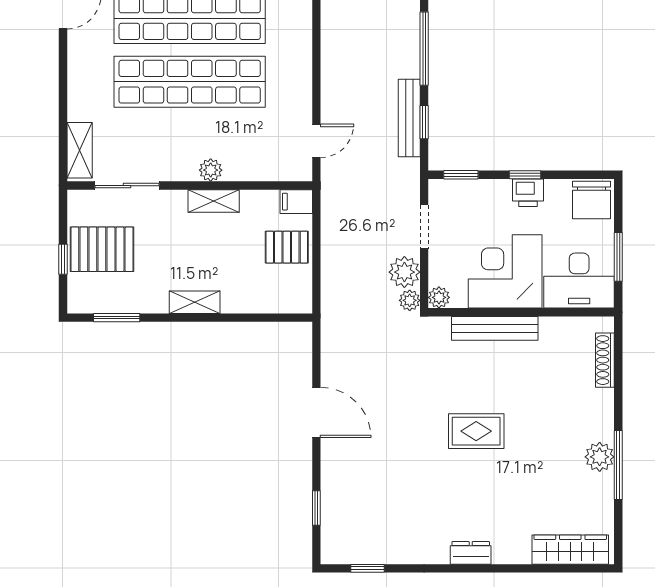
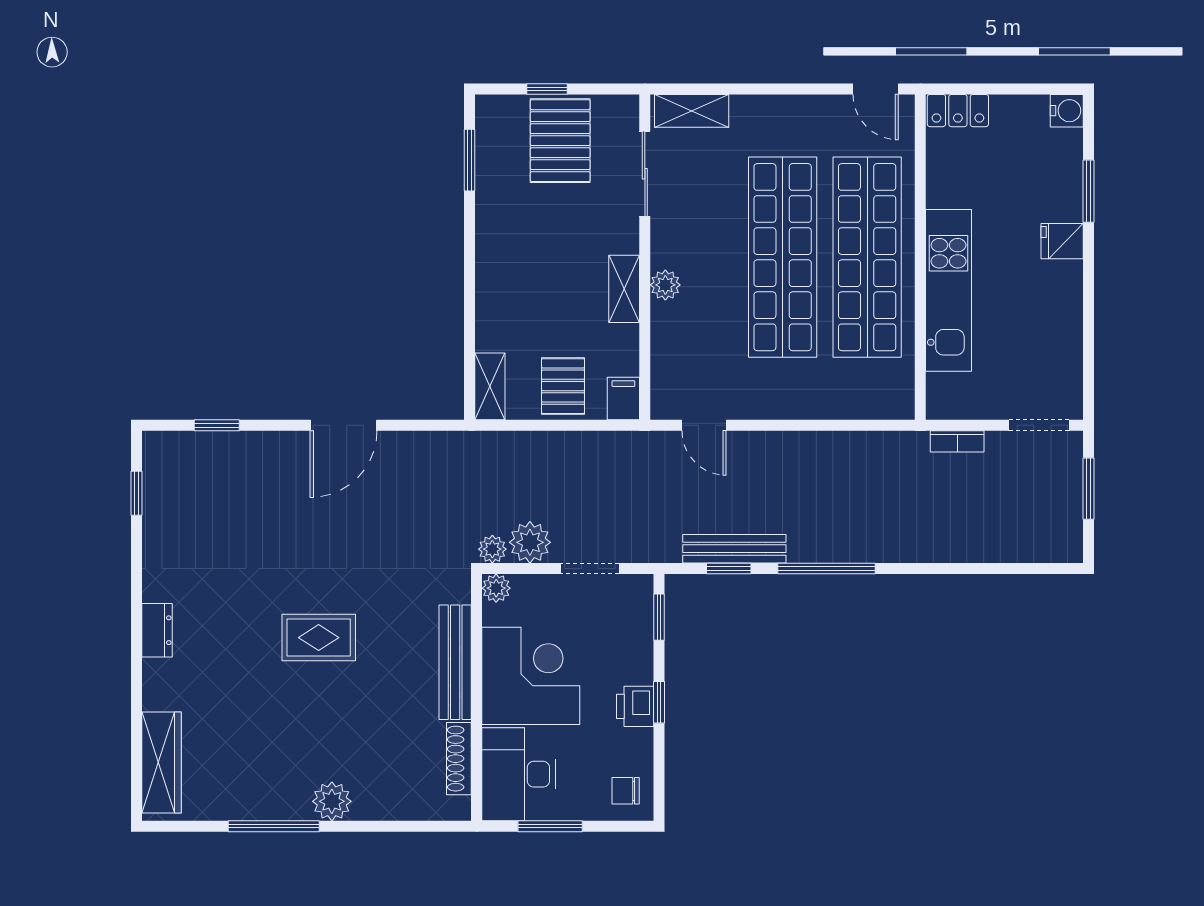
chair: (592, 200) -> (626, 791), width x0.54, depth x0.54
shelving: (195, 302) -> (490, 386), moved
shoe rack: (605, 360) -> (459, 759), moved, turned -90
rug: (476, 431) -> (319, 638), turned 90
plant: (600, 457) -> (332, 801), moved

